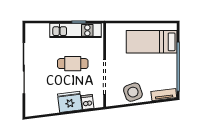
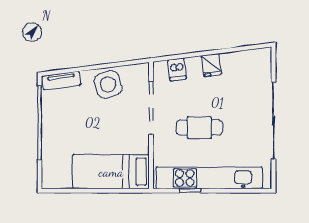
kitchen unit: (76, 30) -> (209, 178), width x1.36
bed: (152, 42) -> (111, 172), moved, turned 180
fridge: (70, 102) -> (211, 65), width x0.53, depth x0.75

